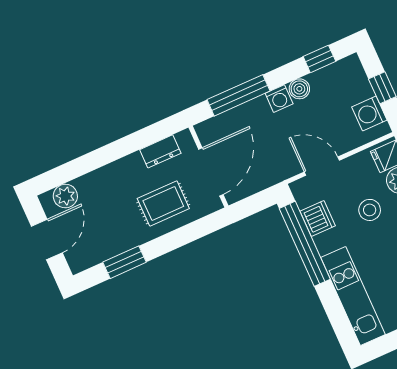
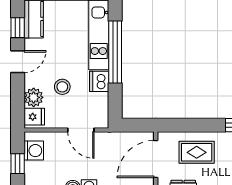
dishwasher: (318, 219) -> (99, 81), moved
window: (305, 244) -> (115, 52), moved

